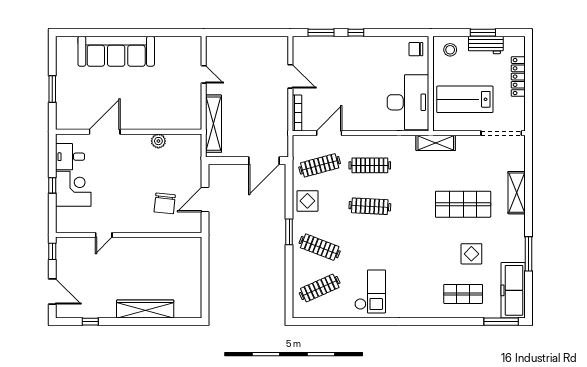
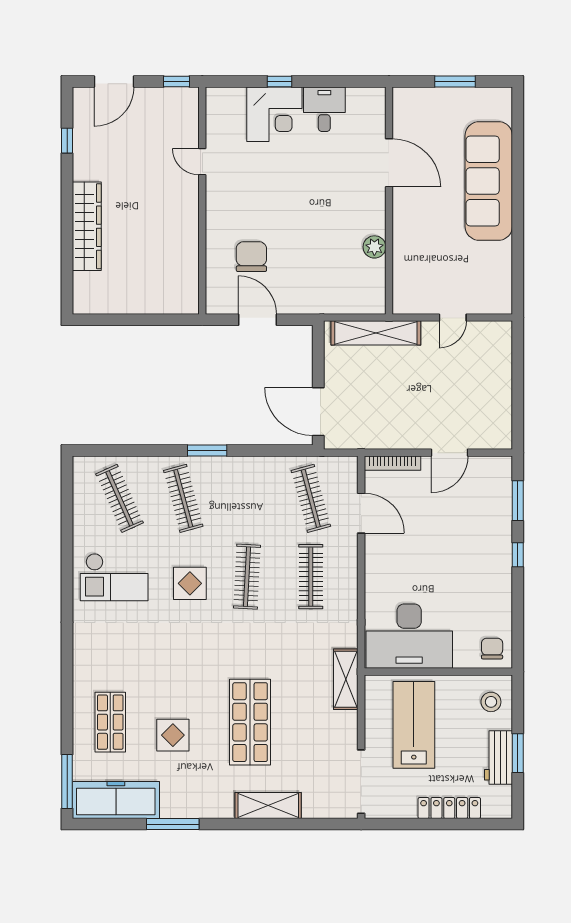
window: (52, 89) -> (455, 81), moved
door: (105, 132) -> (389, 163), moved
wall: (129, 132) -> (389, 201), moved
plant: (158, 141) -> (374, 247), moved
display table: (307, 201) -> (190, 583), moved
chair: (165, 203) -> (251, 257), turned 84
clothes rail: (320, 247) -> (183, 498), turned -36

